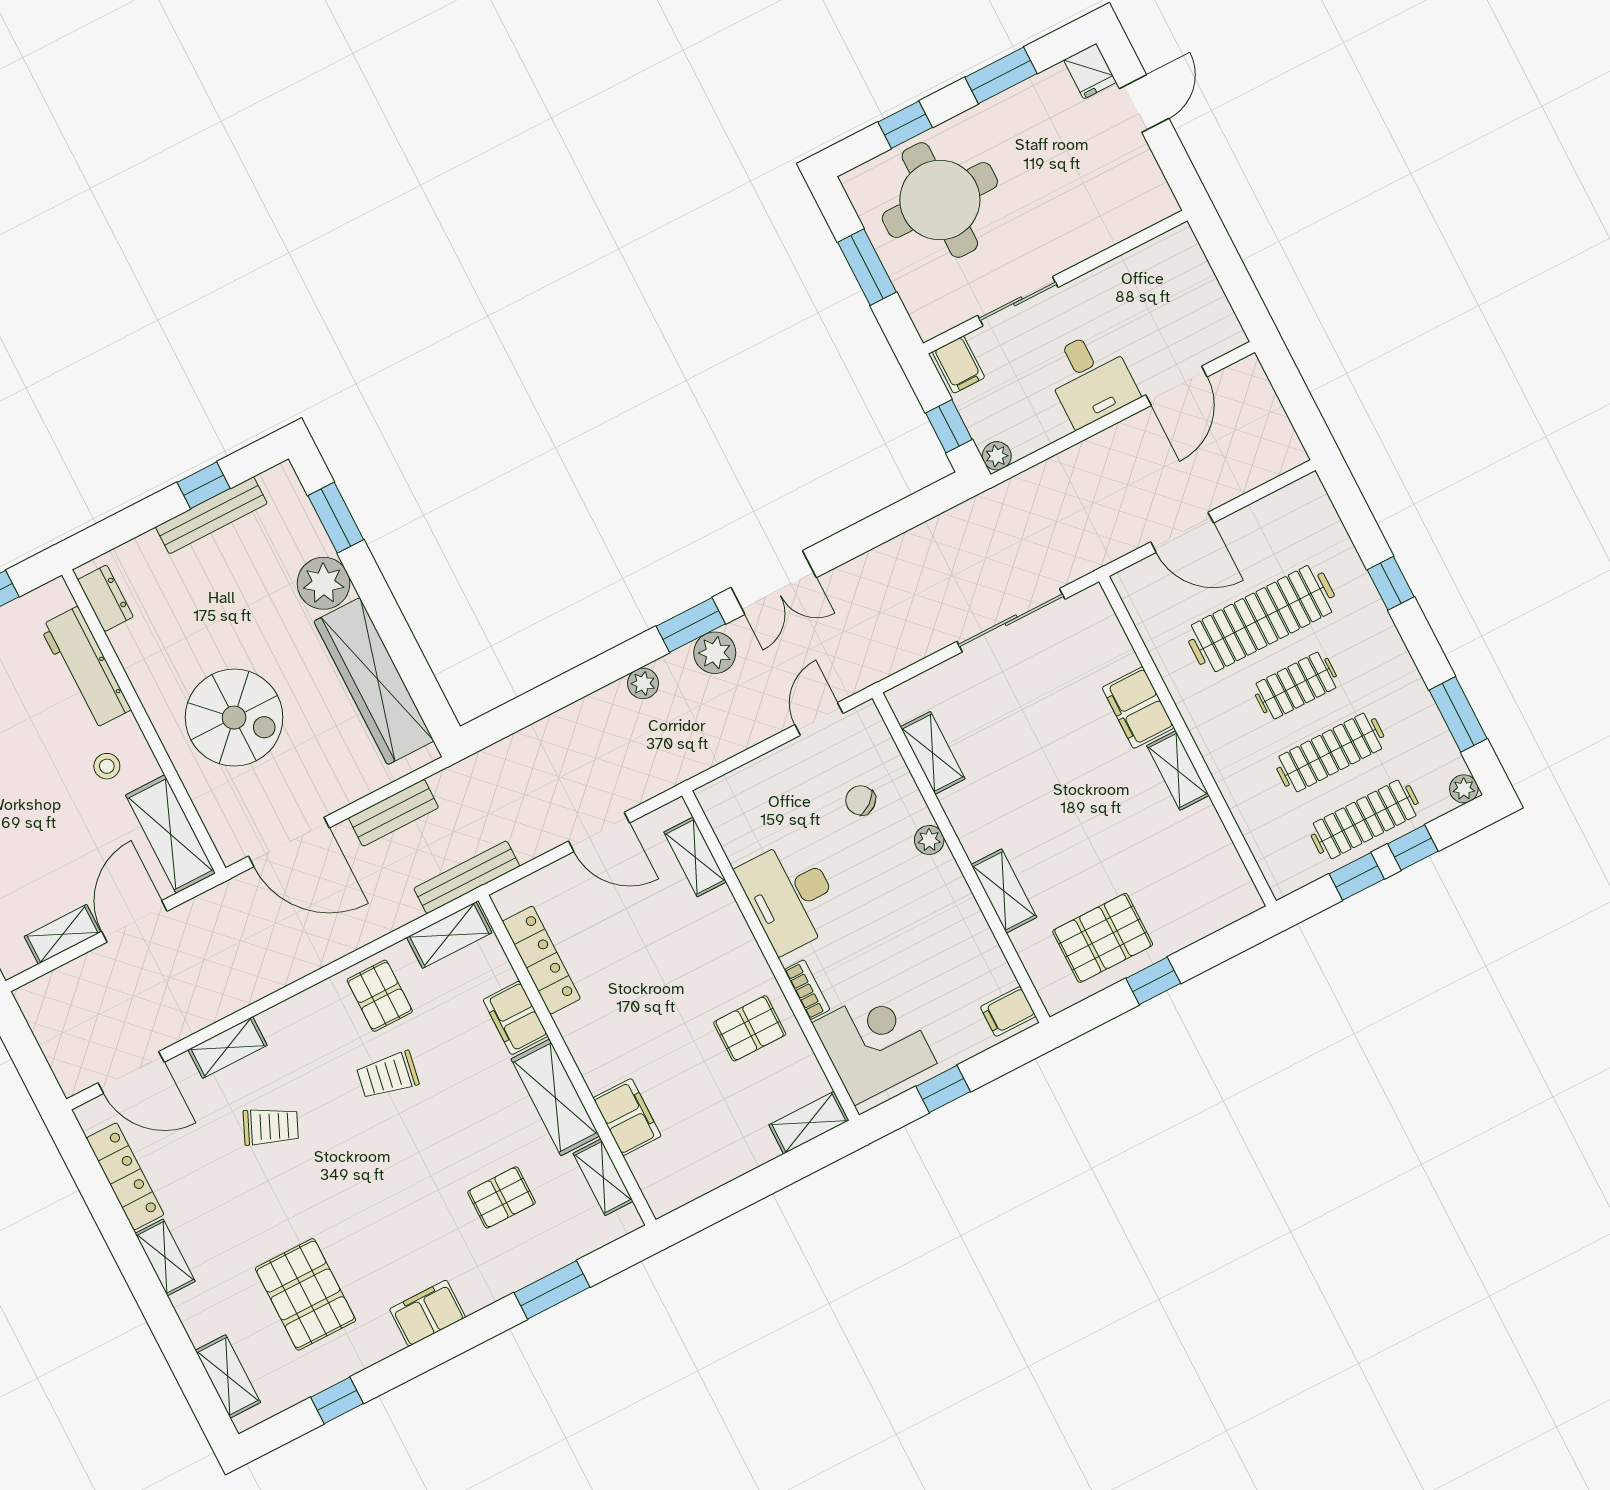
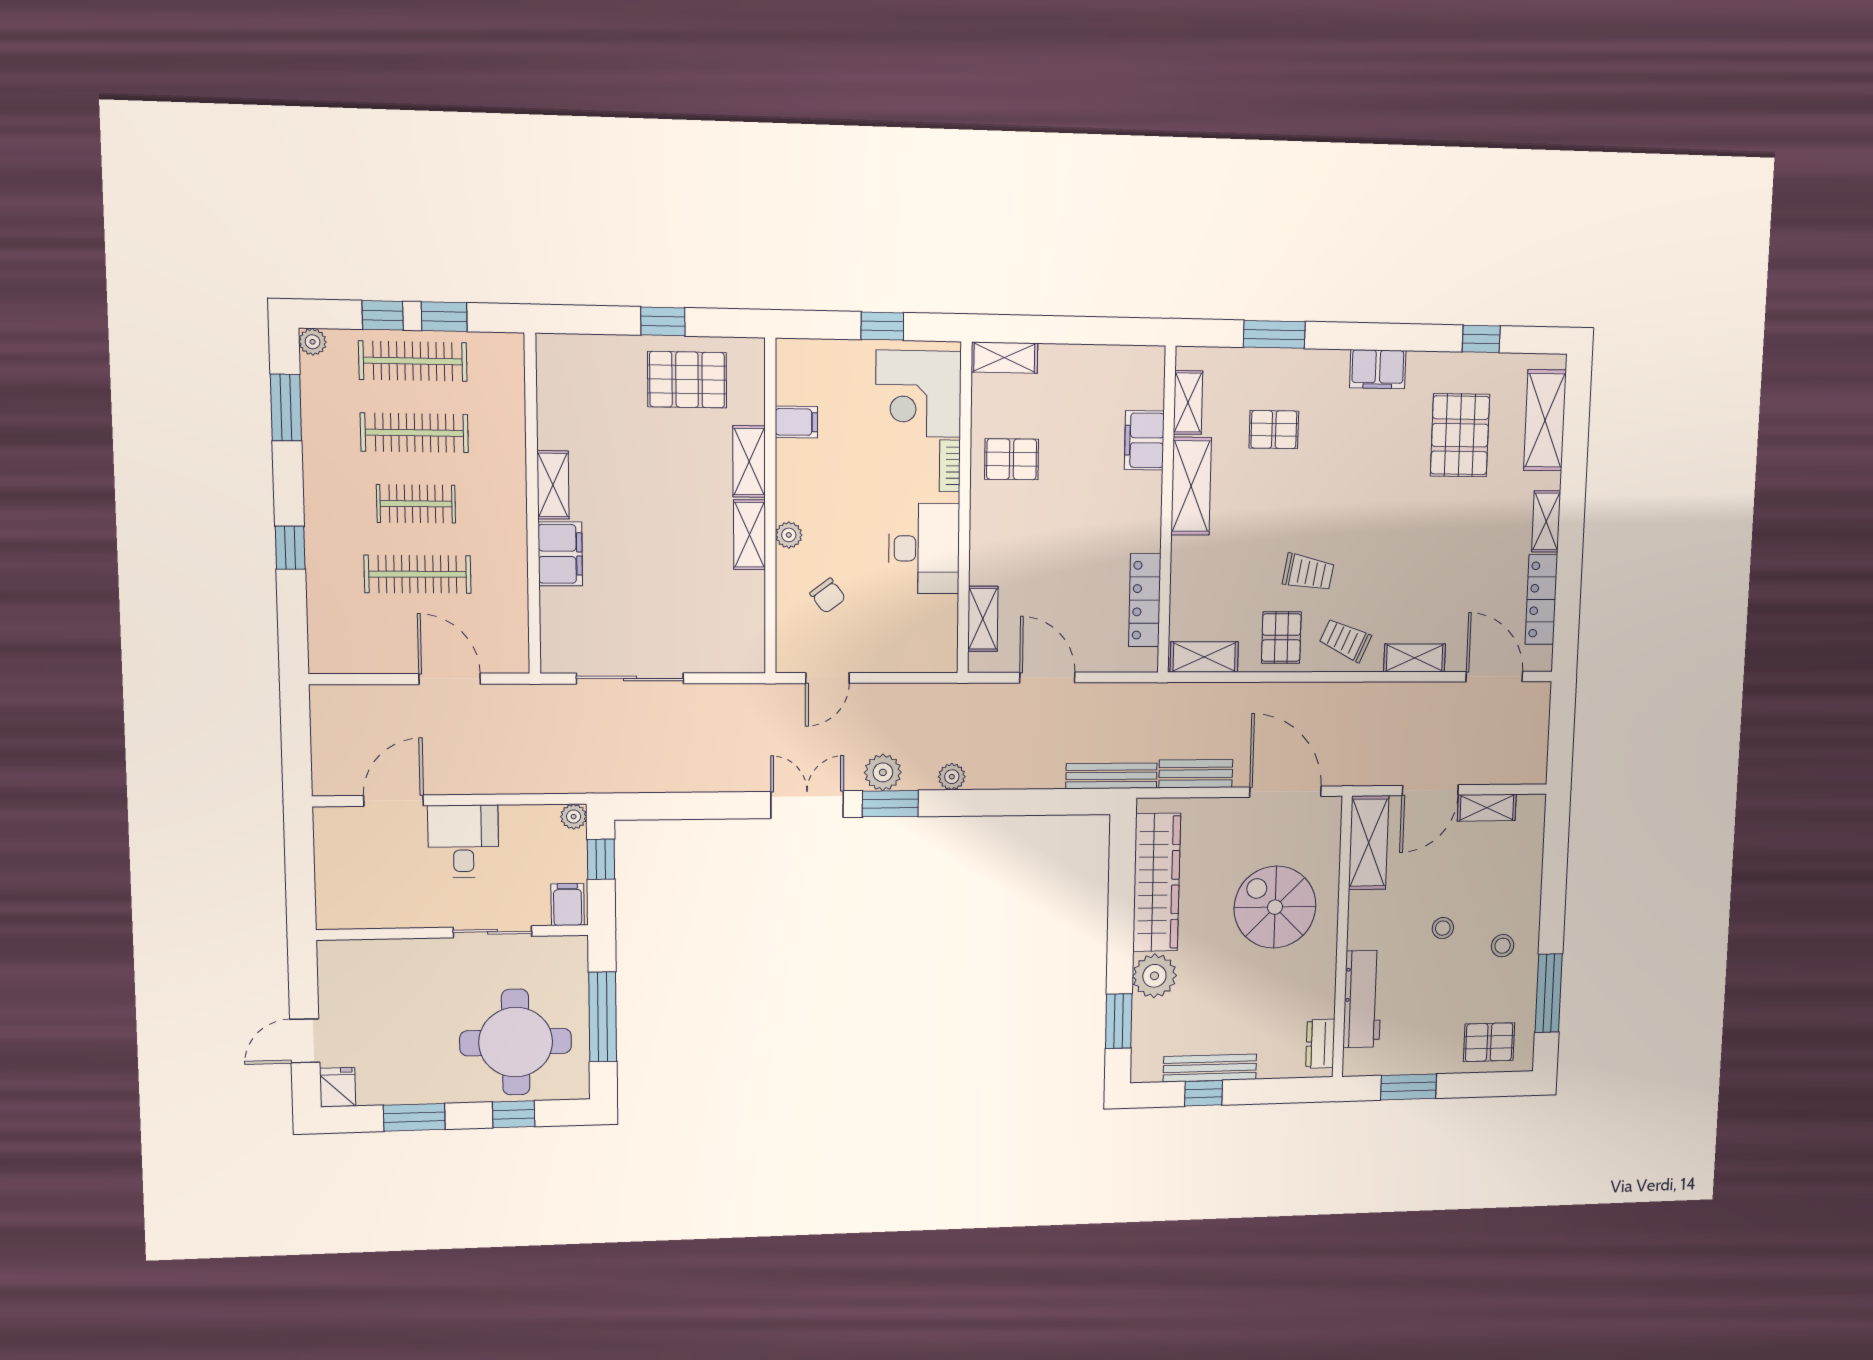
window: (867, 267) -> (603, 1017), width x1.44
clothes rail: (1261, 619) -> (418, 574), width x0.73, depth x0.76
shelving: (933, 753) -> (749, 535), moved
stool: (107, 766) -> (1443, 928), moved
bench: (467, 877) -> (1111, 776), moved
filing cabinet: (1008, 1011) -> (796, 422), moved
filing cabinet: (515, 1018) -> (1188, 565), removed
trolley: (271, 1127) -> (1345, 640), moved
shelving: (228, 1376) -> (1545, 420), width x1.50, depth x1.33

